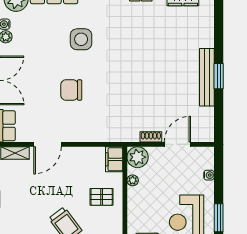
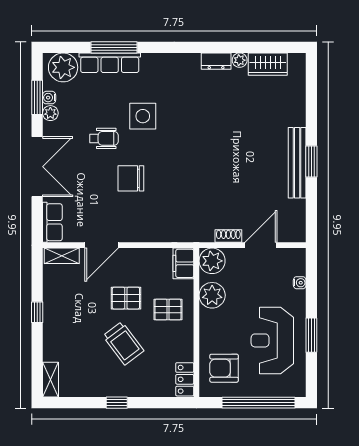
wheelchair: (49, 57) -> (104, 138), added
plant: (133, 180) -> (212, 295), width x1.88, depth x1.88
pallet: (67, 188) -> (126, 298), added

